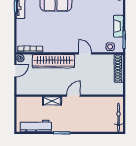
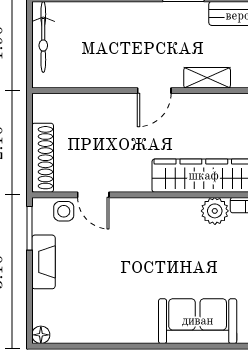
plant: (49, 47) -> (215, 211), added
door: (85, 53) -> (93, 195), moved

